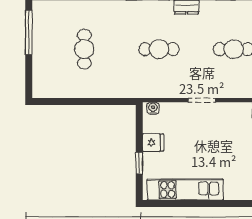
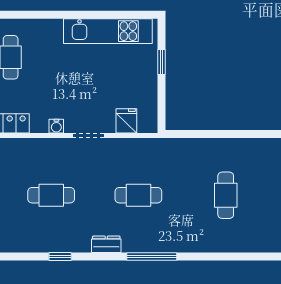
water cooler: (153, 108) -> (56, 126), moved
fridge: (153, 143) -> (126, 121), moved, turned 90

